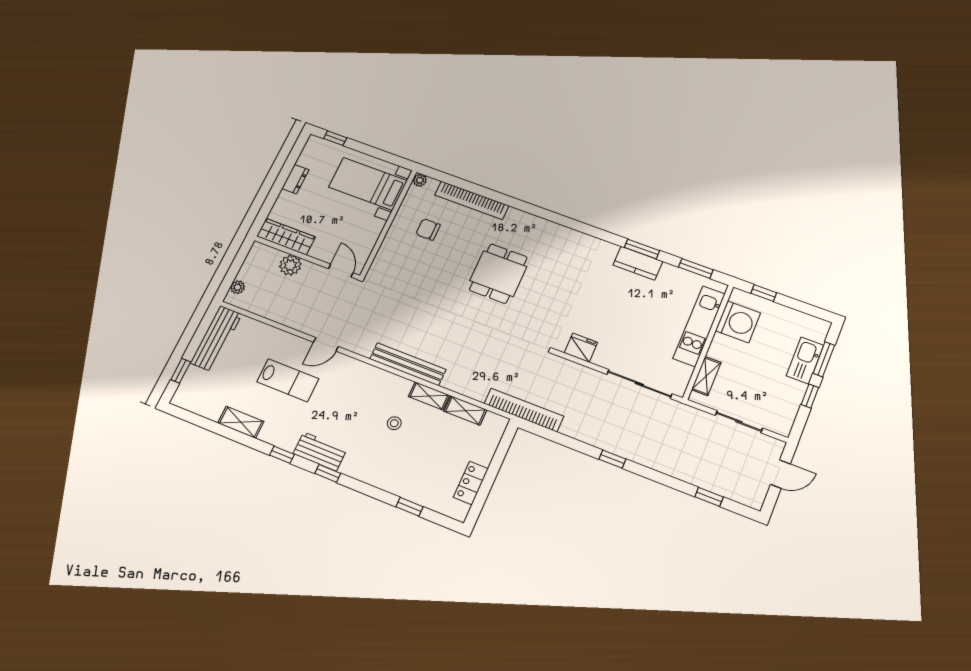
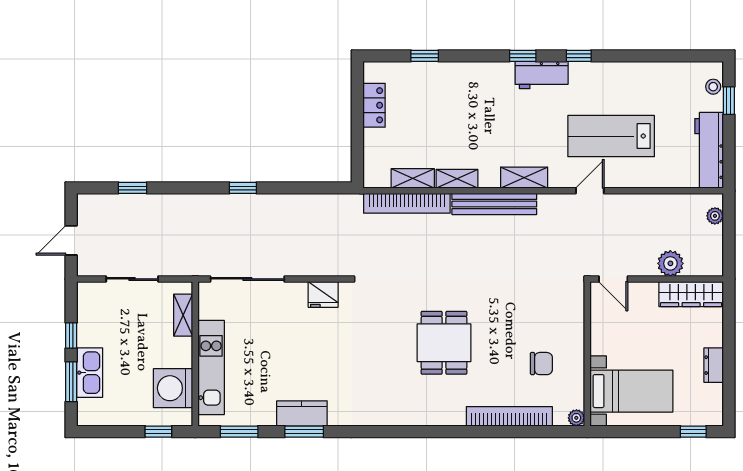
lab bench: (288, 380) -> (611, 136), width x1.36, depth x1.39
bookcase: (524, 410) -> (407, 203), moved
shelving: (241, 422) -> (524, 178), moved
stool: (394, 423) -> (713, 87), moved

